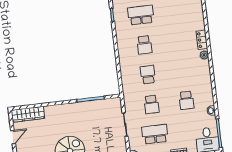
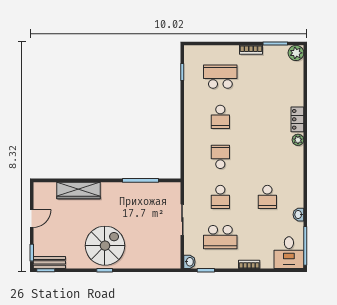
wardrobe: (28, 114) -> (79, 190), moved
school desk: (155, 134) -> (220, 237), turned 180

